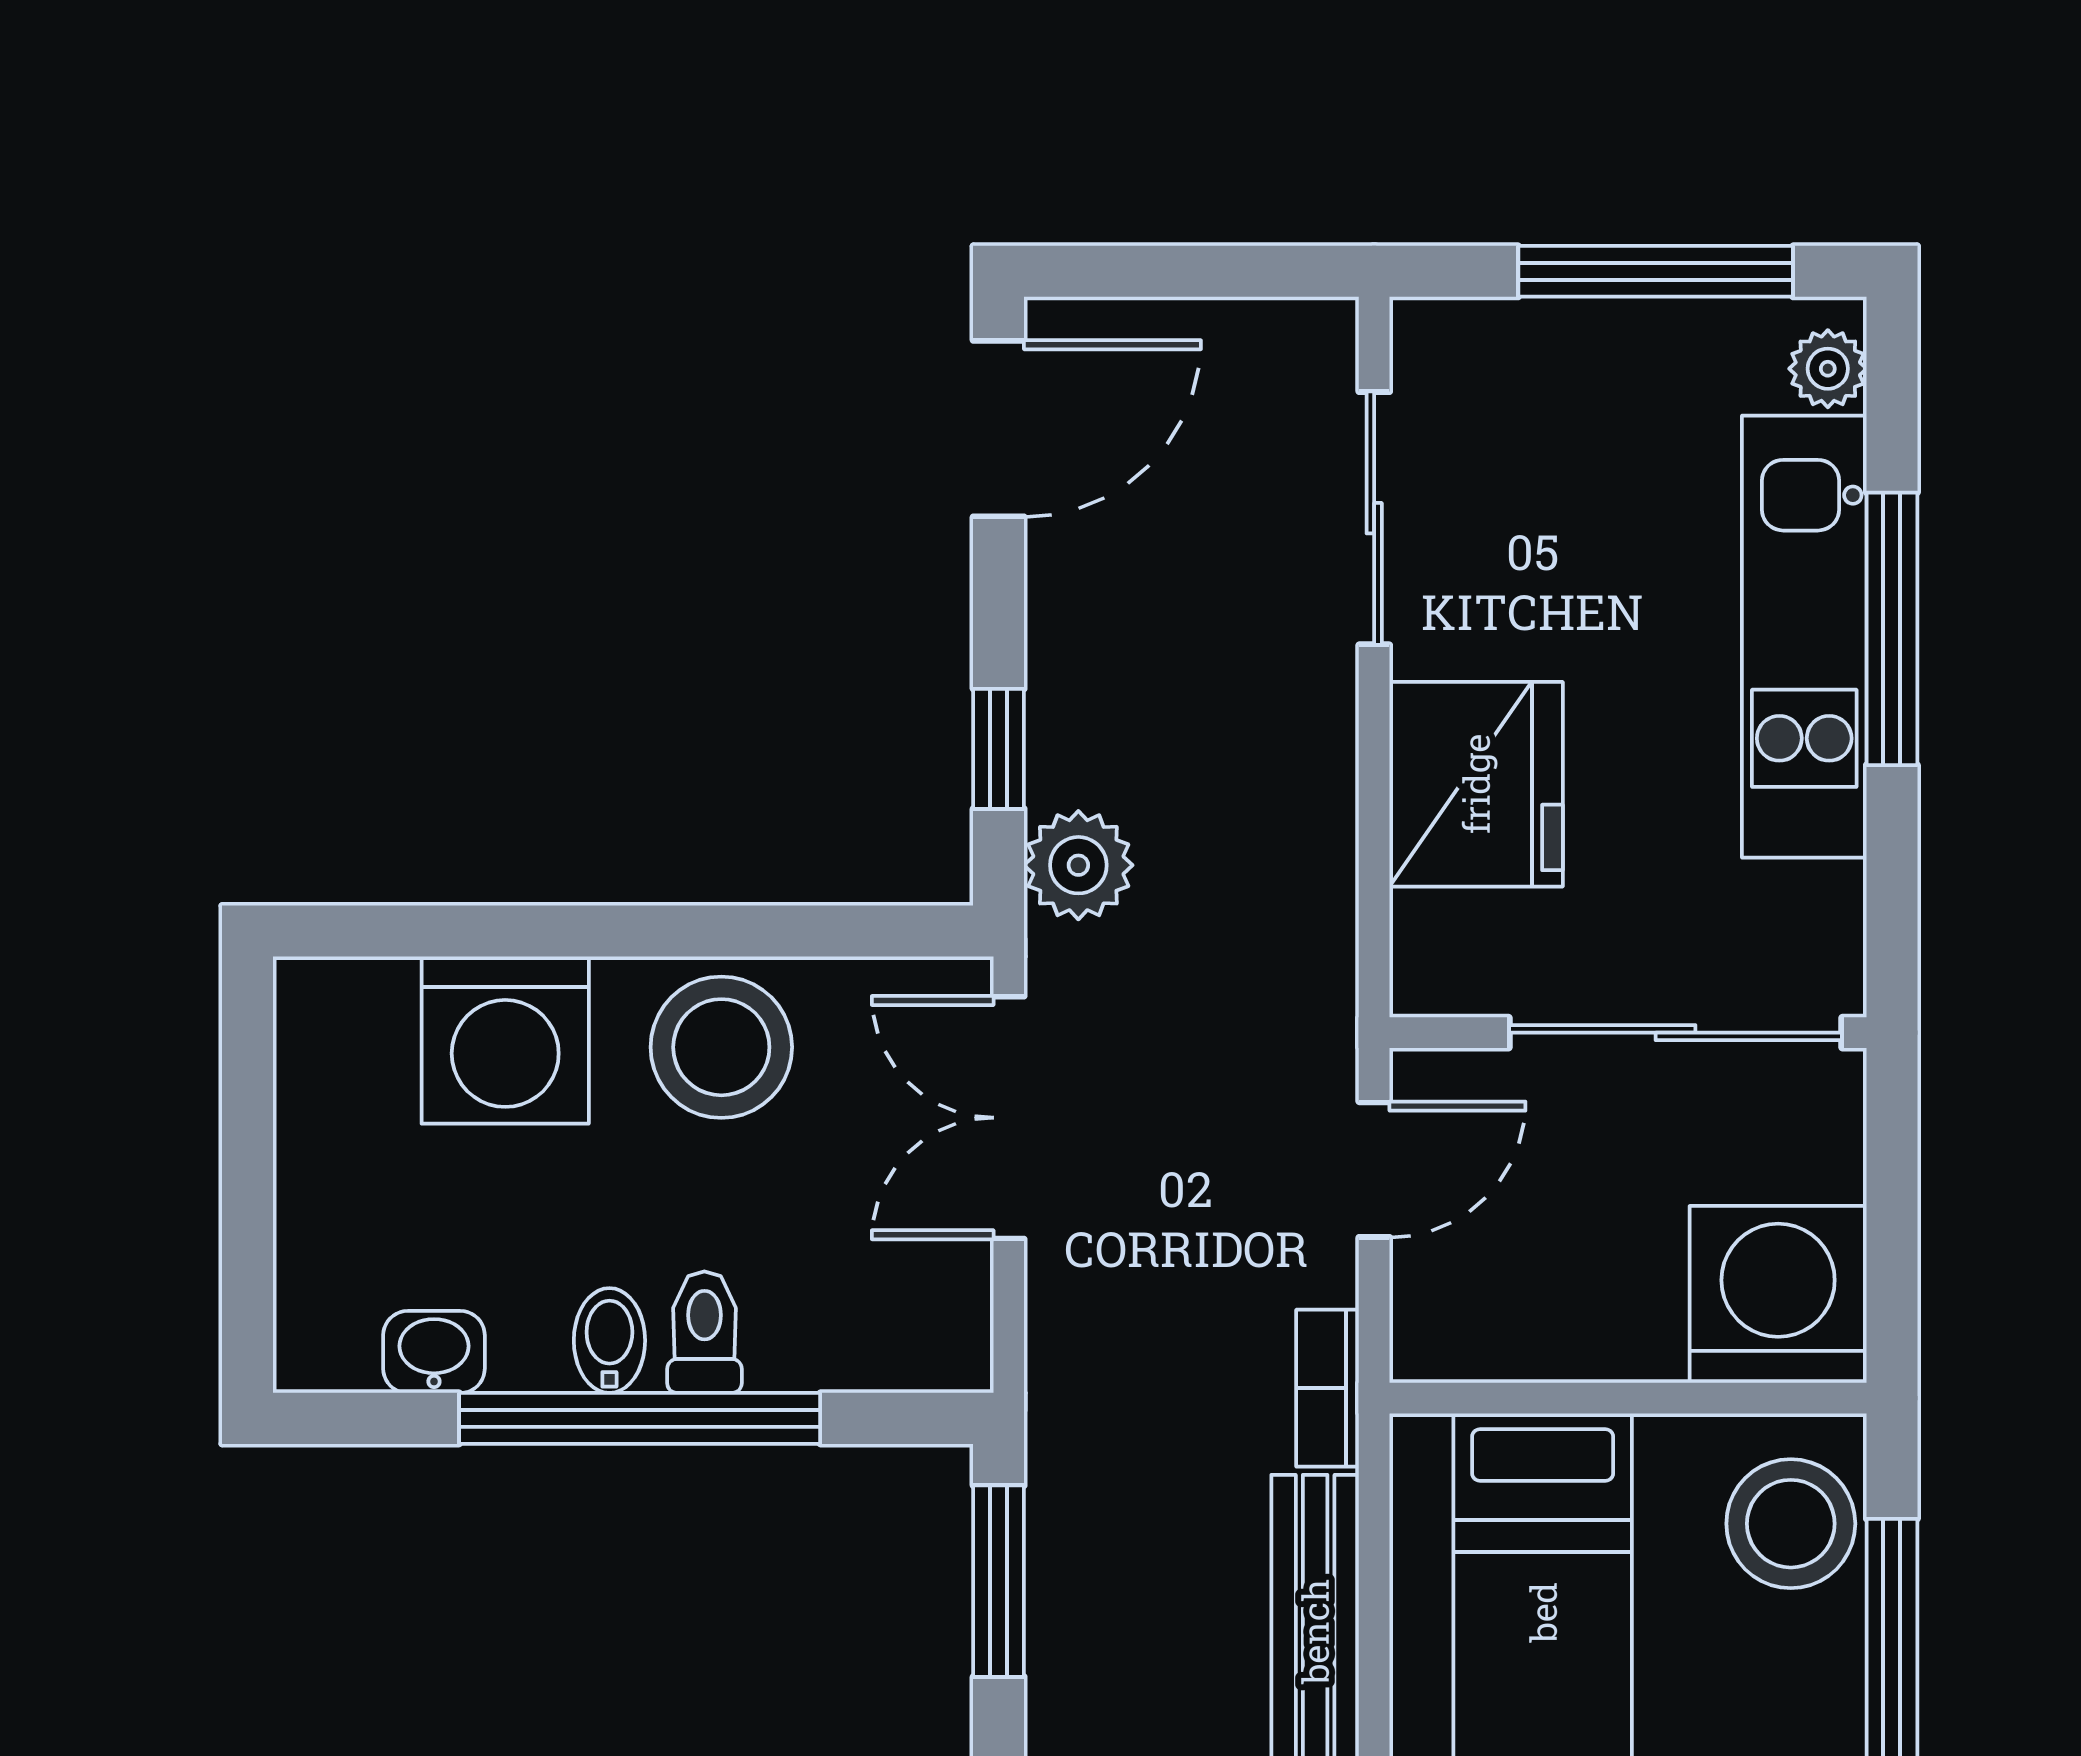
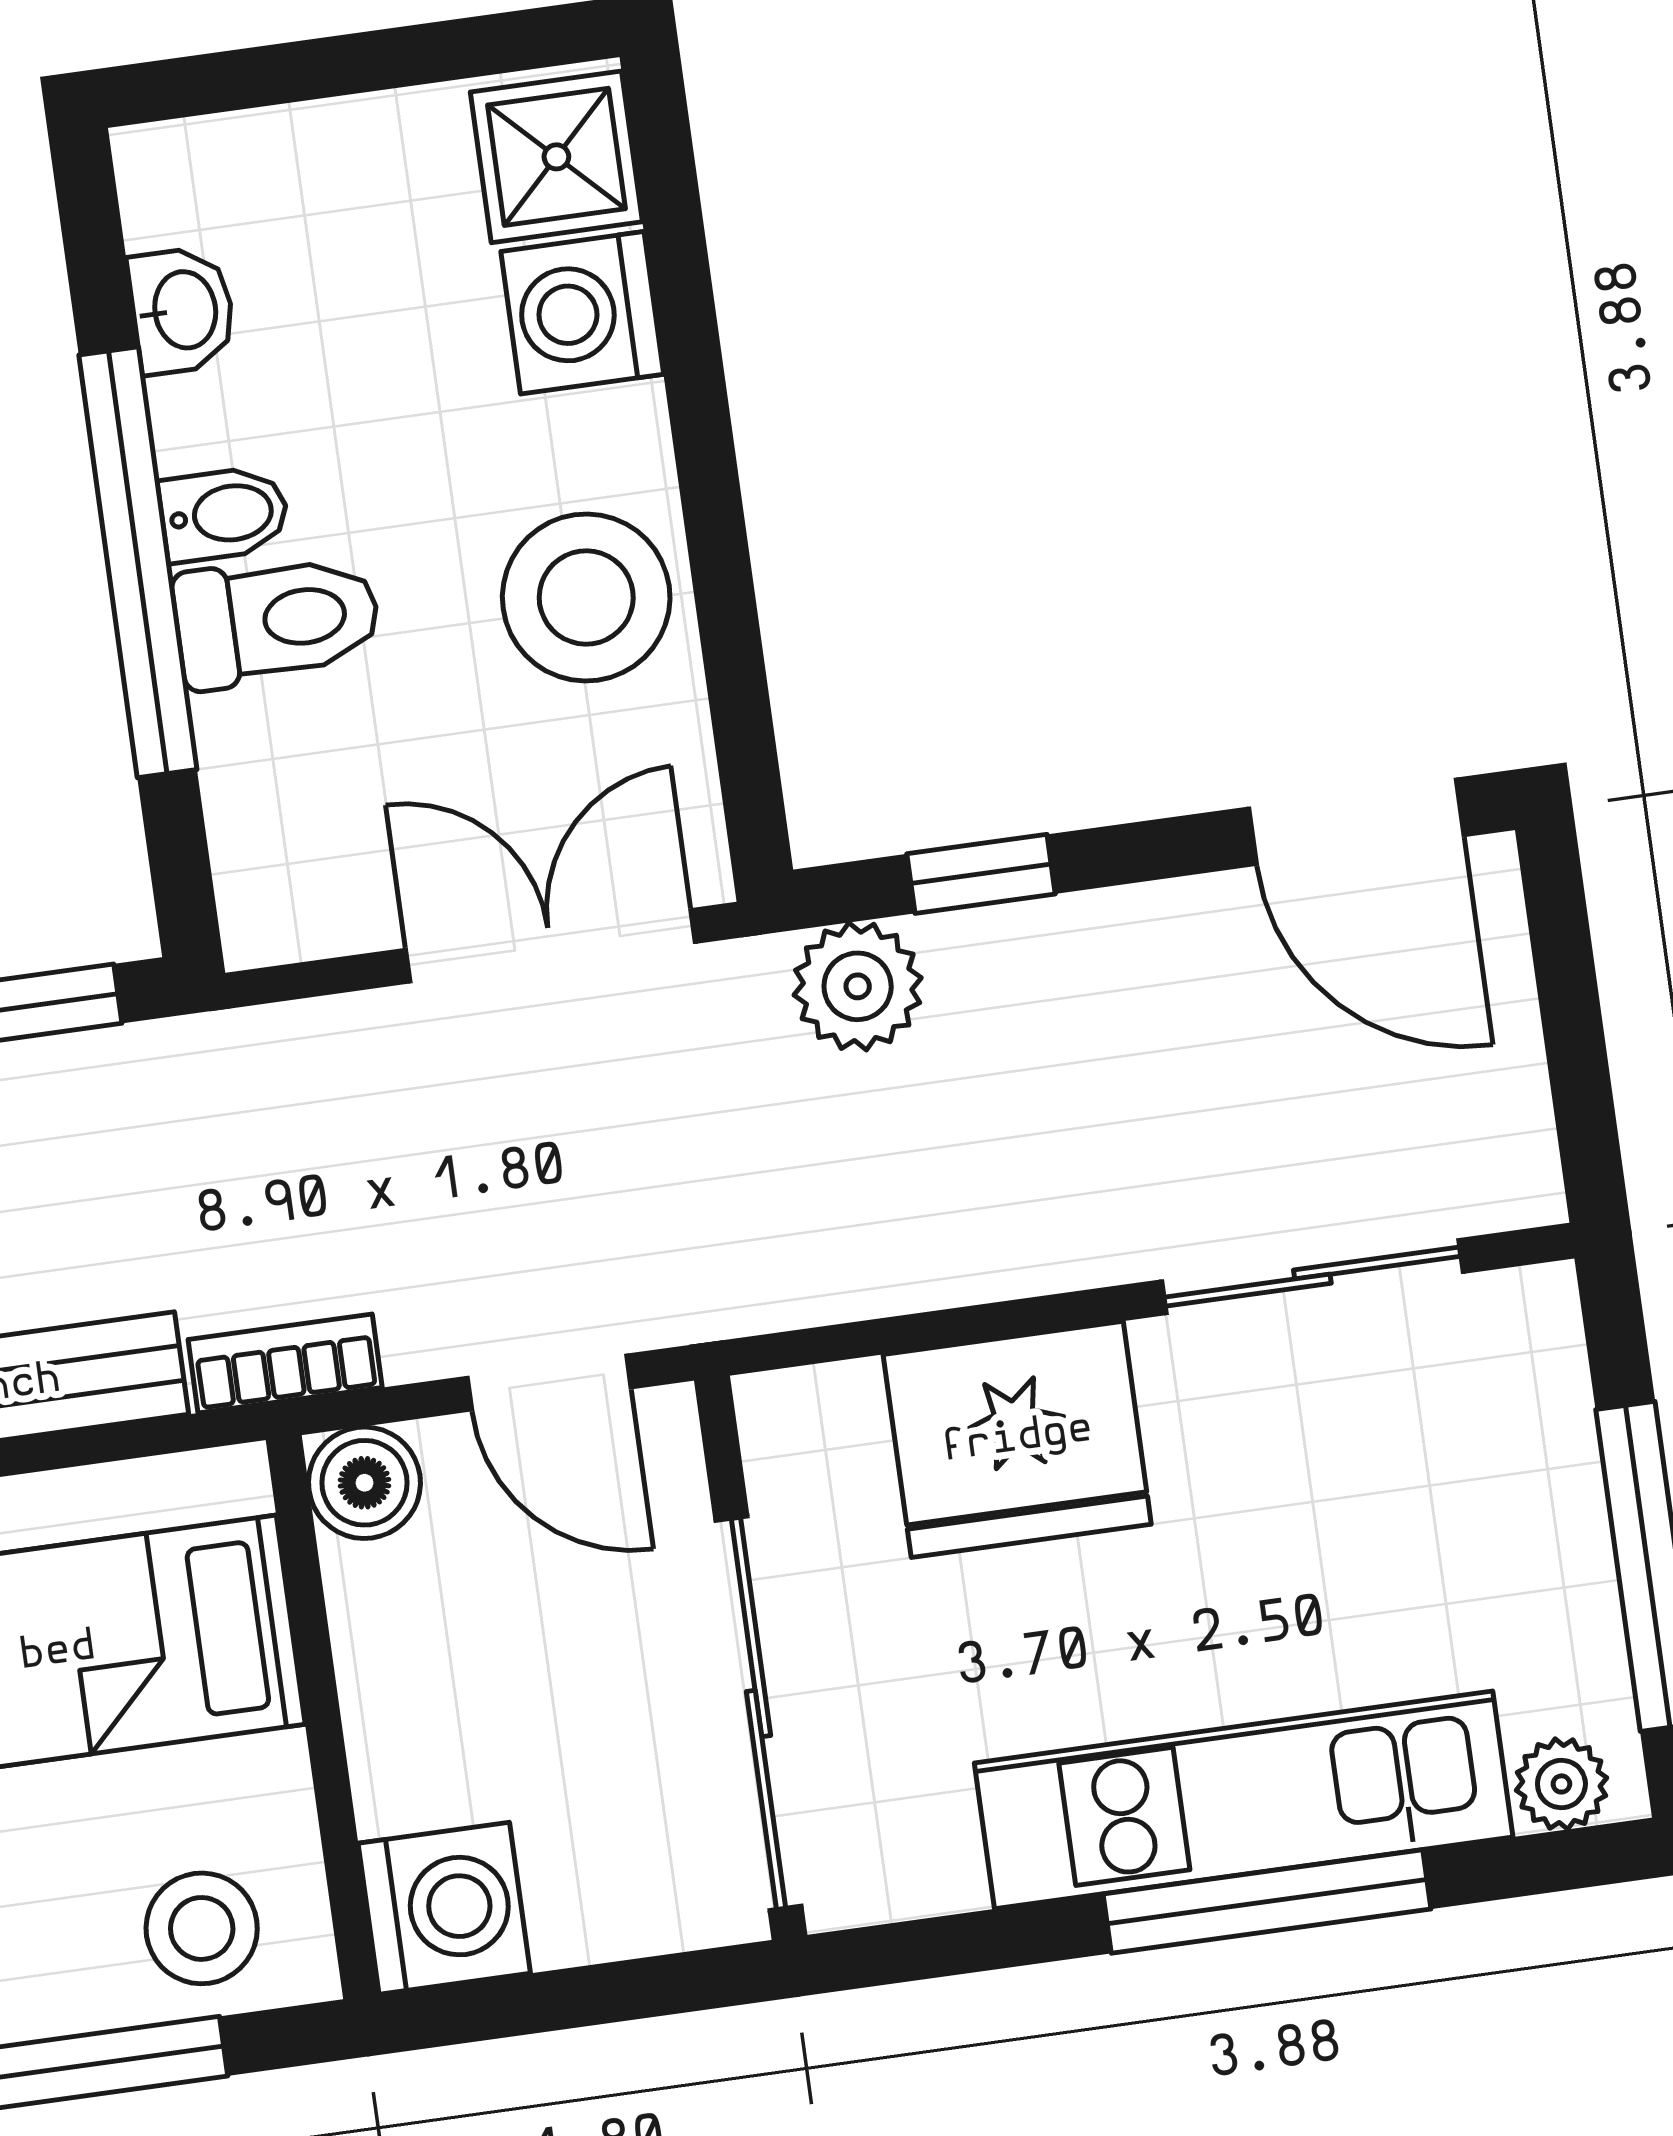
shower: (349, 1021) -> (556, 157), added
washing machine: (505, 1040) -> (582, 313), width x0.73, depth x0.73
washing machine: (1778, 1294) -> (444, 1908), width x0.73, depth x0.73
toilet: (704, 1332) -> (277, 620), width x1.37, depth x1.39
boiler: (1437, 1336) -> (364, 1483), added
stool: (1791, 1524) -> (202, 1928), width x0.73, depth x0.73

